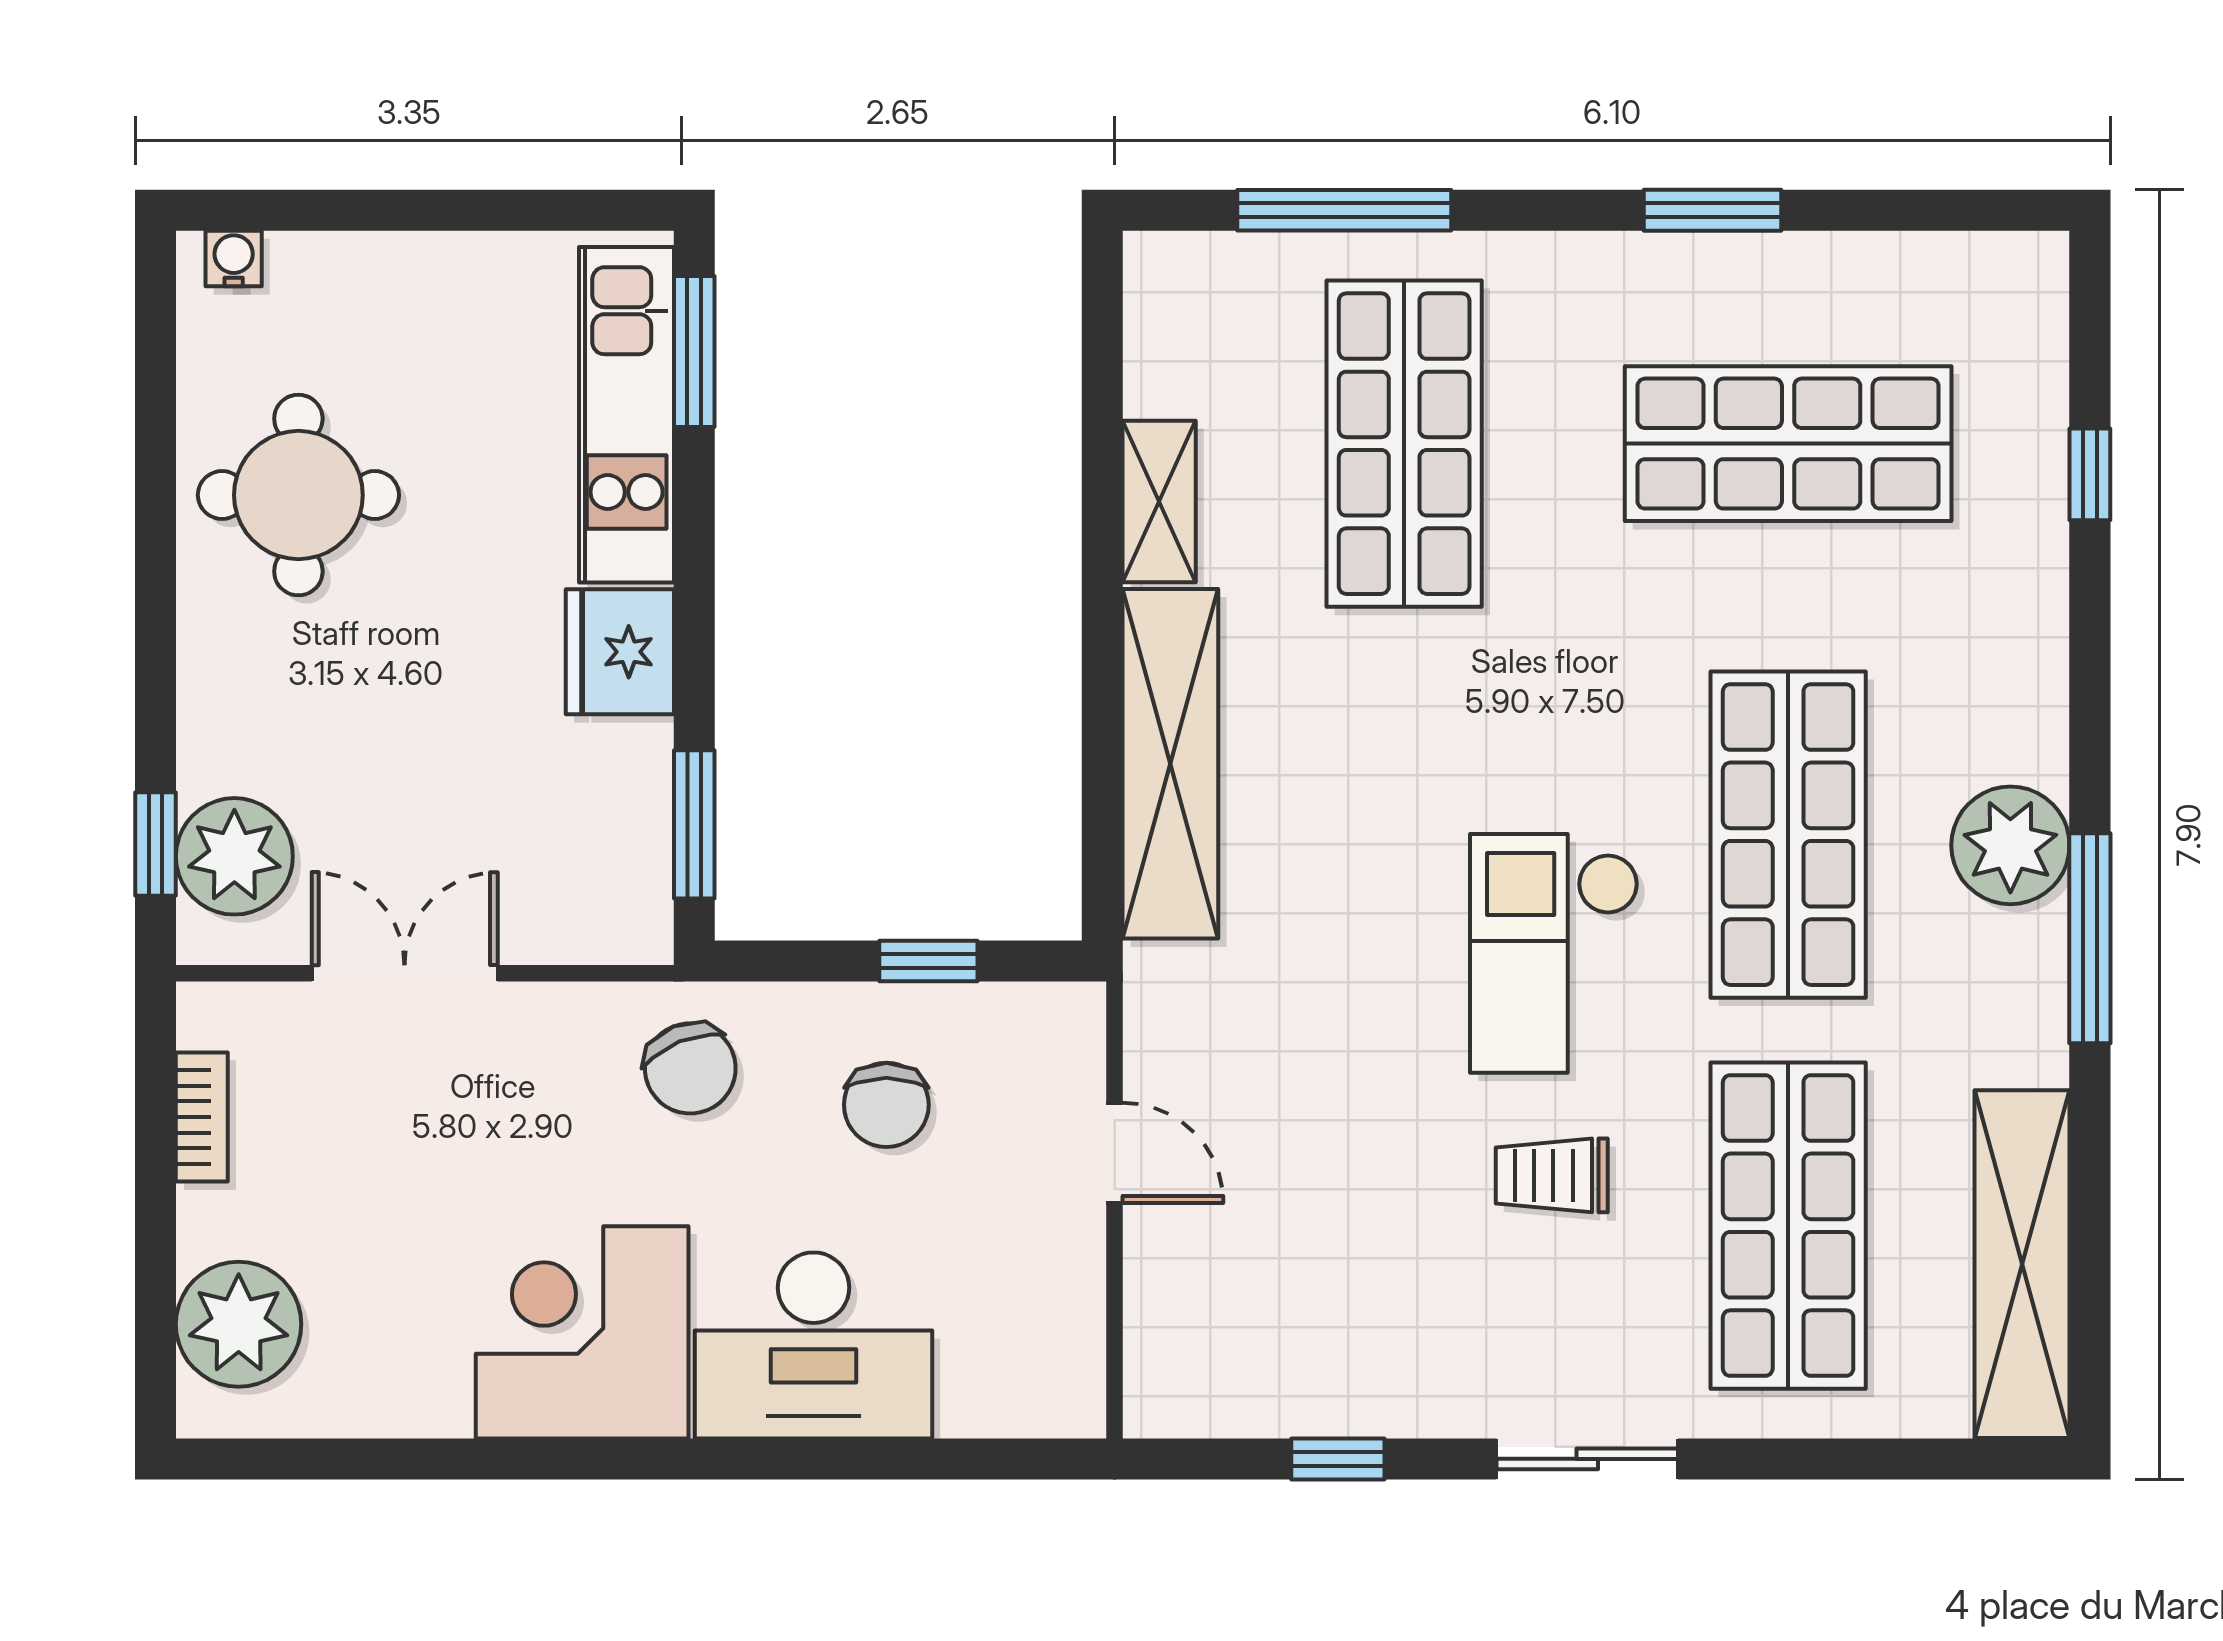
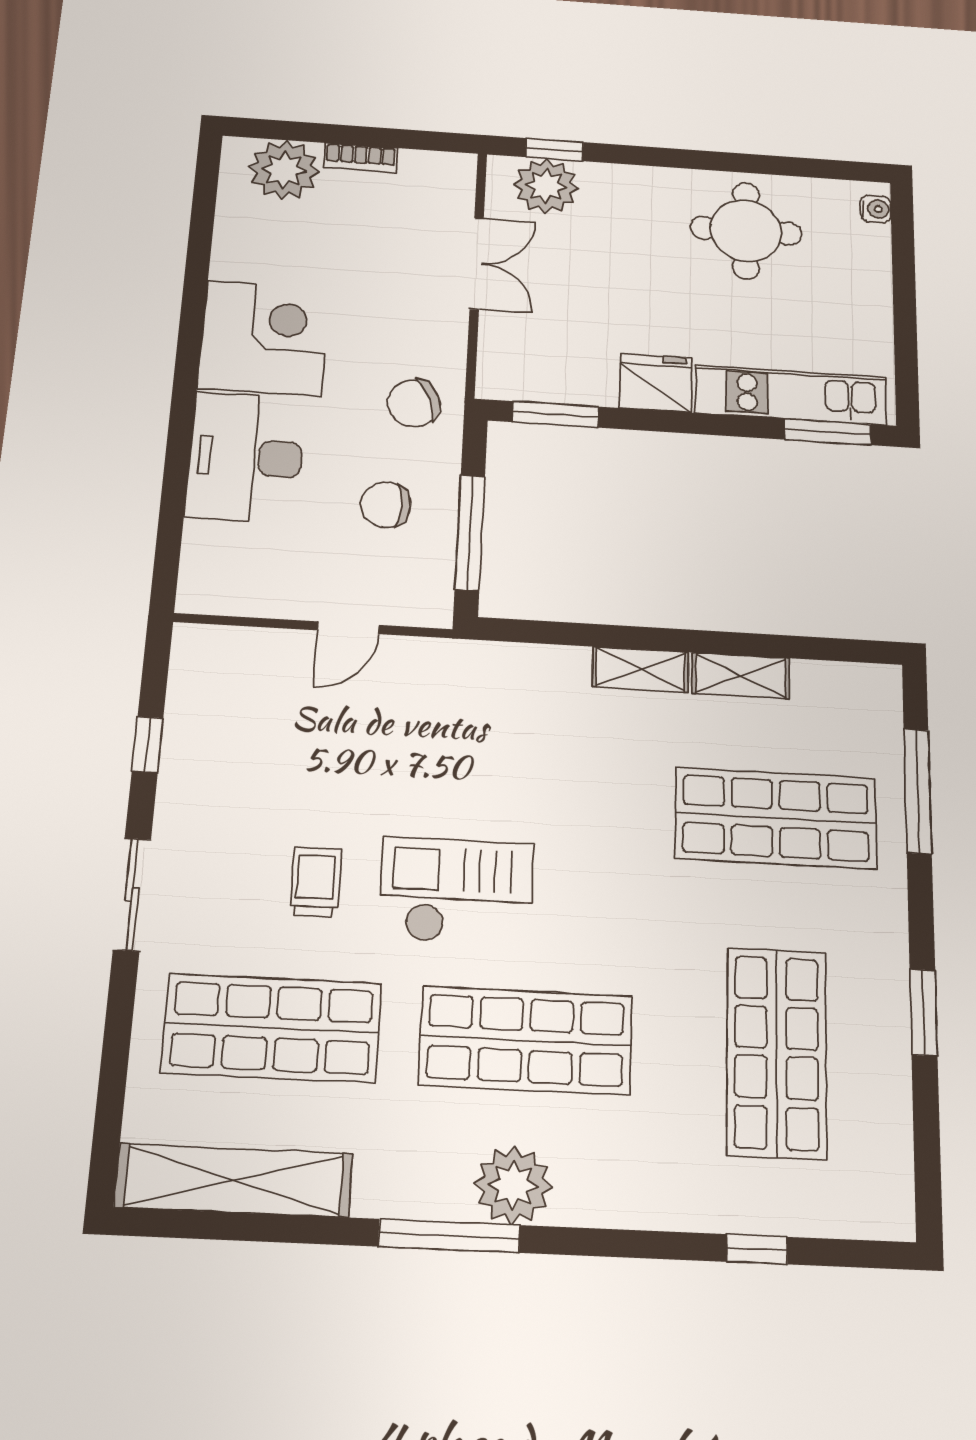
shelving: (1170, 764) -> (641, 669), width x0.45, depth x0.75
window: (928, 961) -> (470, 532), width x2.17
bookcase: (202, 1117) -> (361, 158), moved

